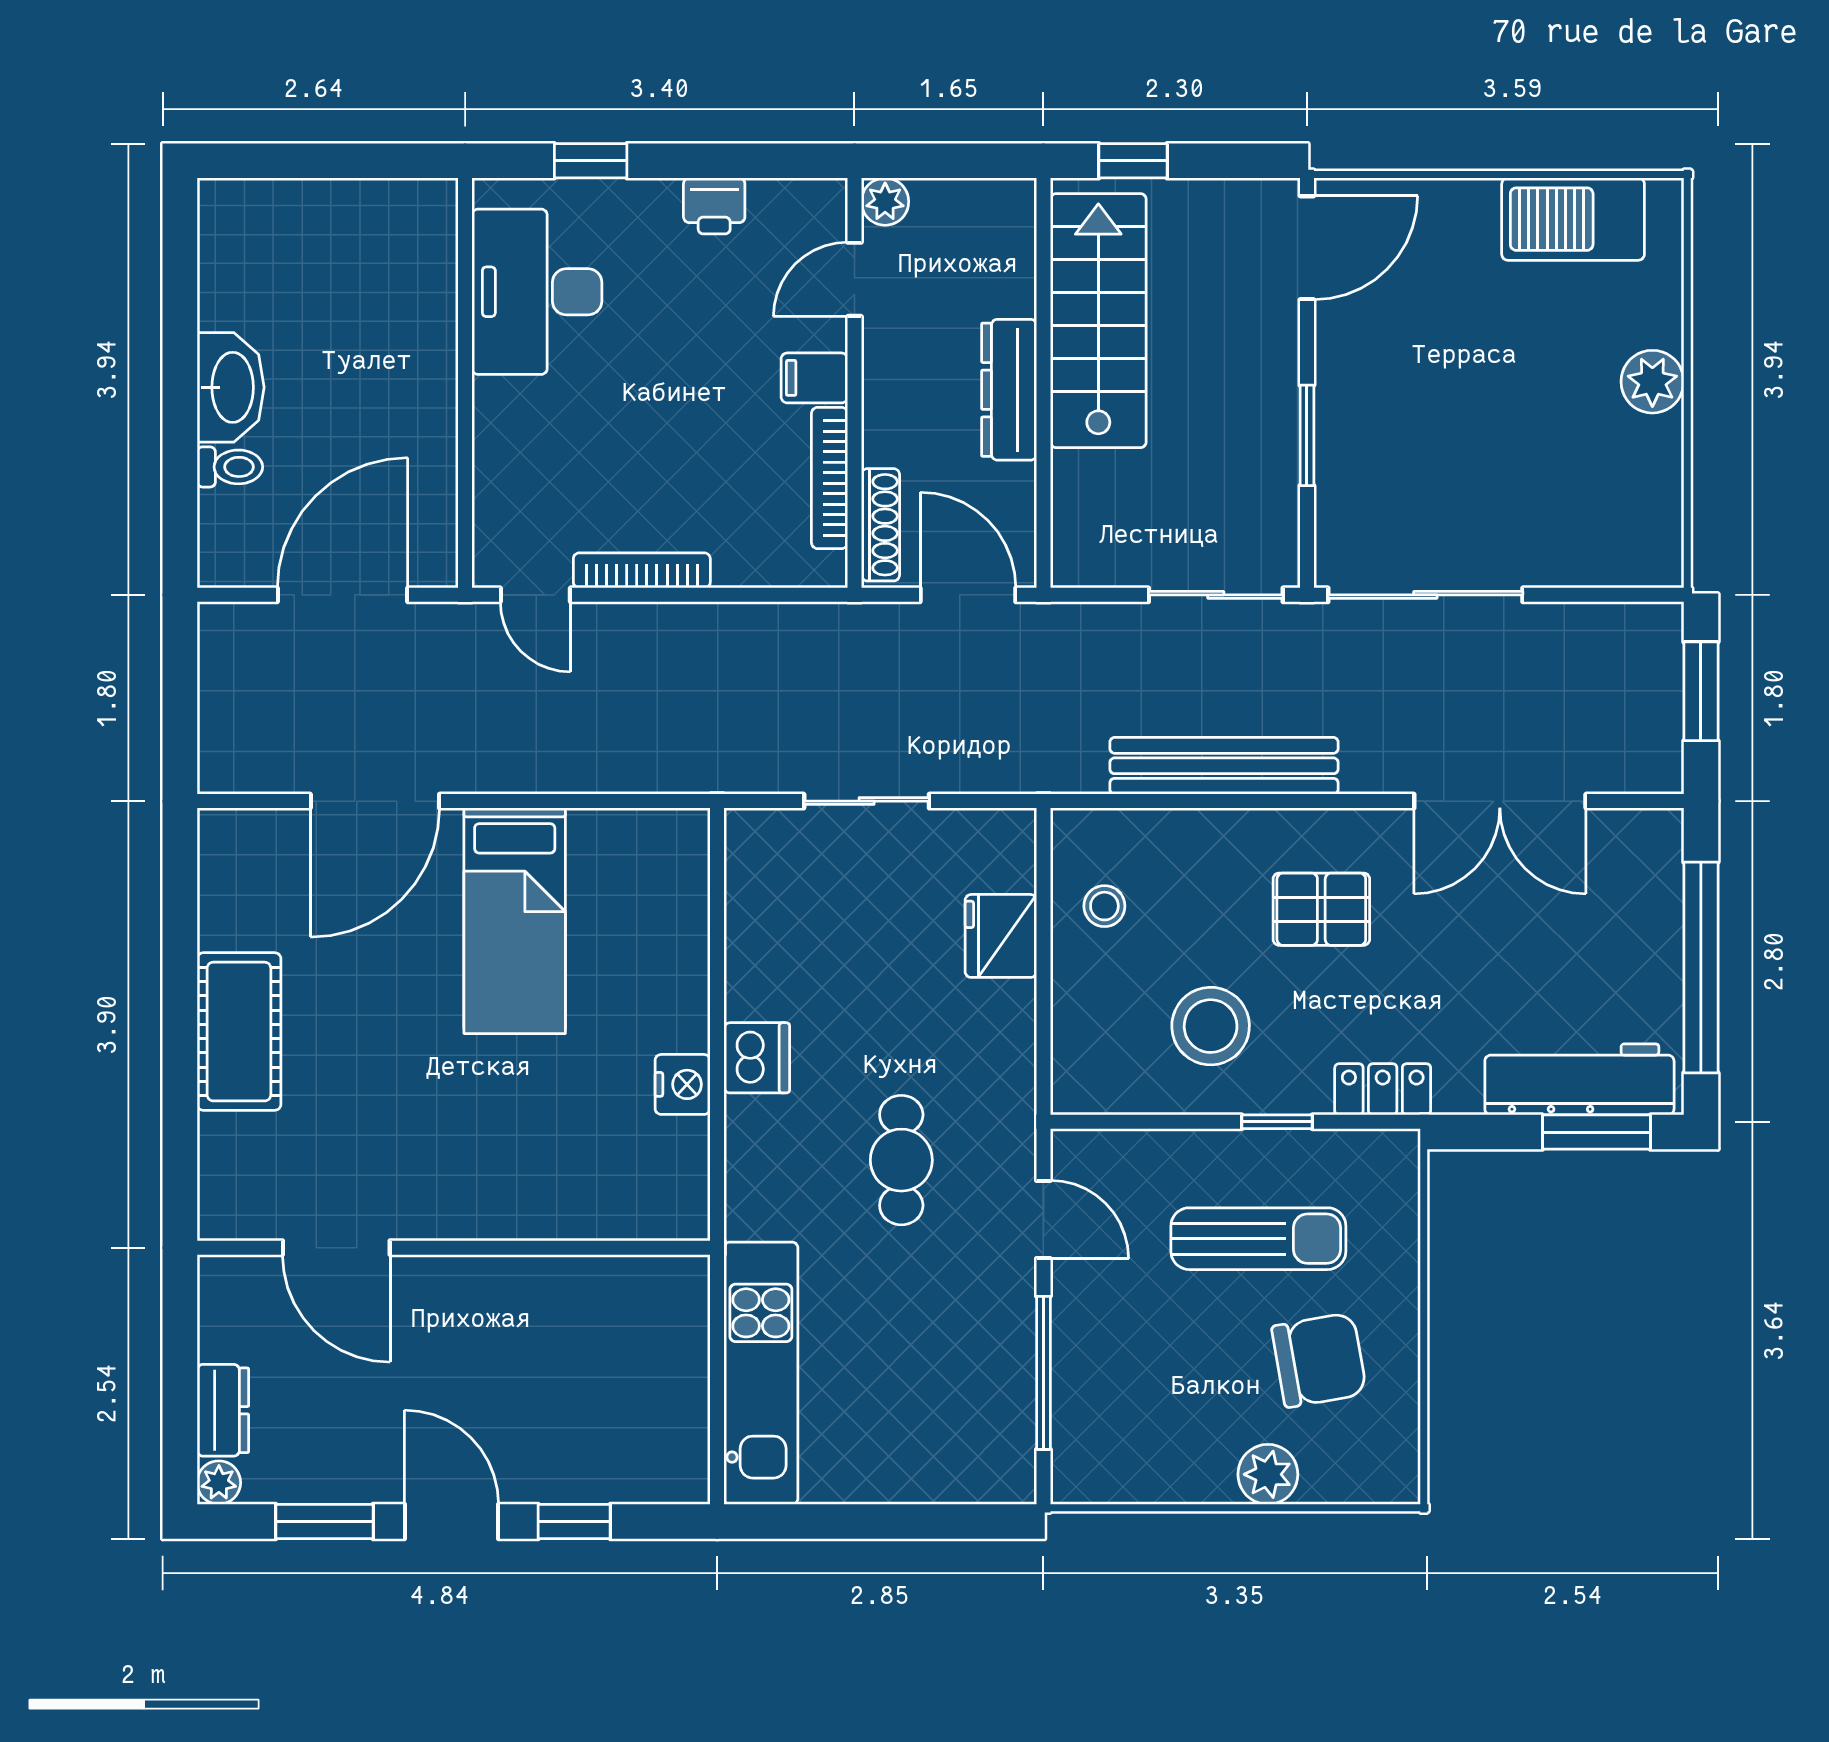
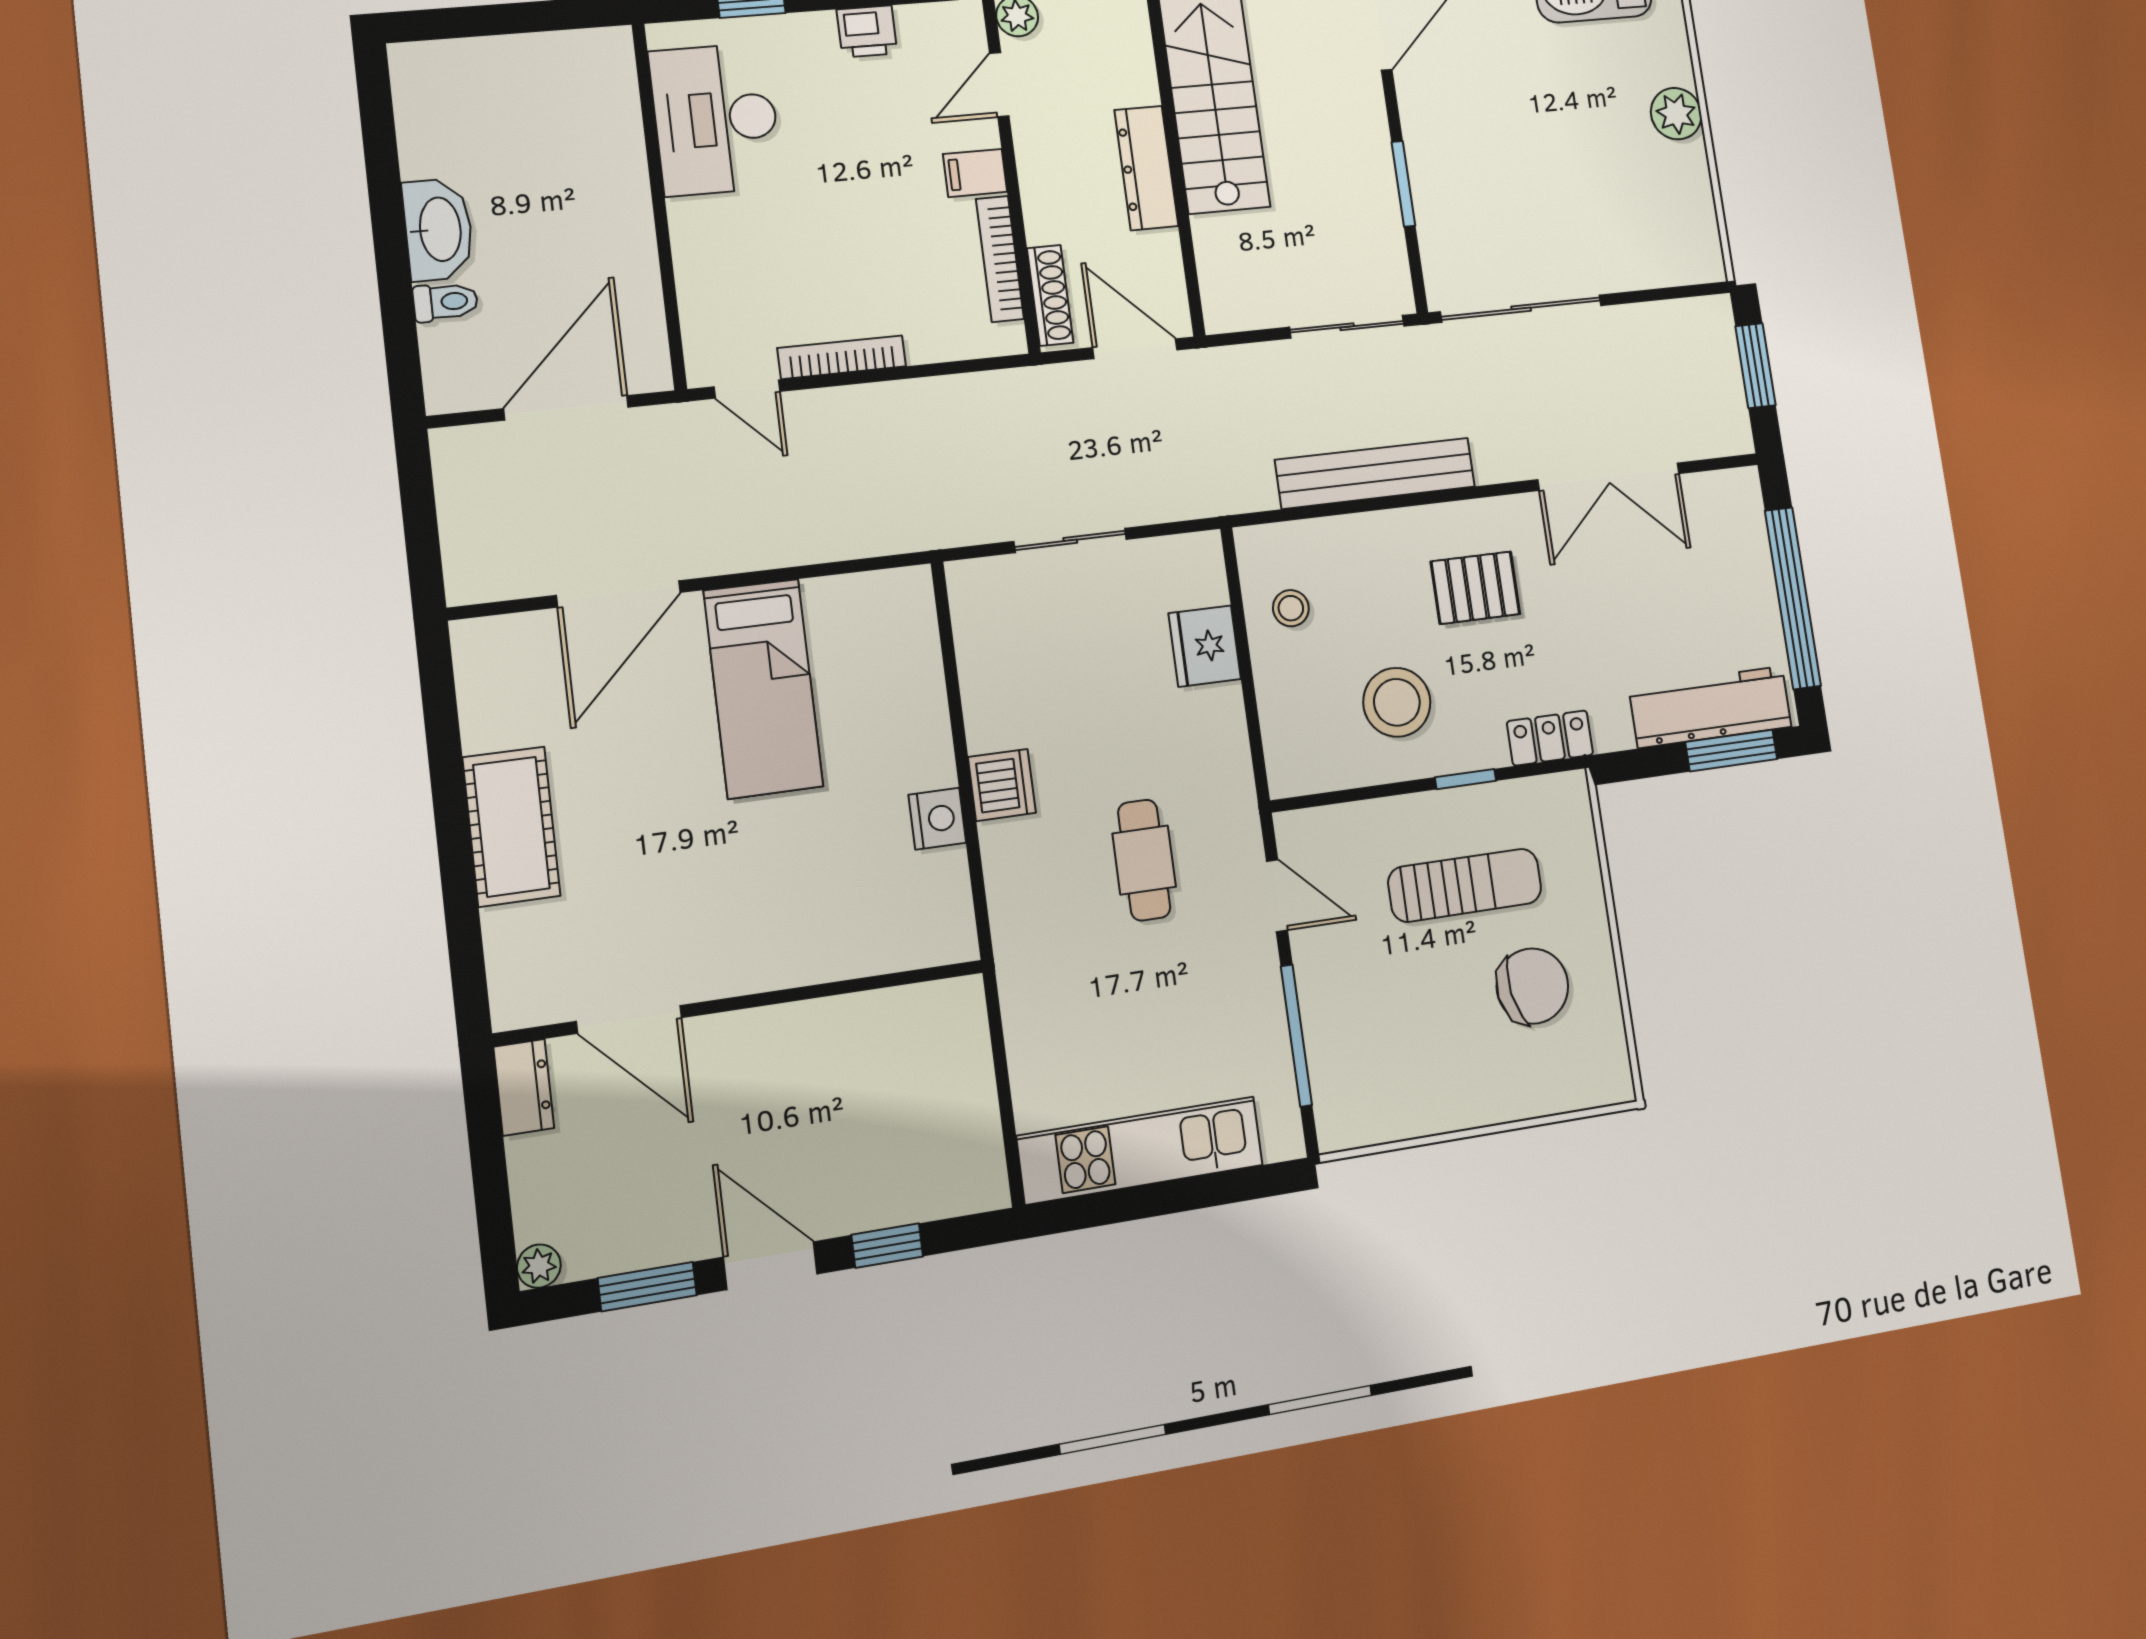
kitchen unit: (761, 1373) -> (1140, 1150), moved, turned -90
dresser: (223, 1410) -> (524, 1087), moved
plant: (1268, 1474) -> (1504, 1096), removed

